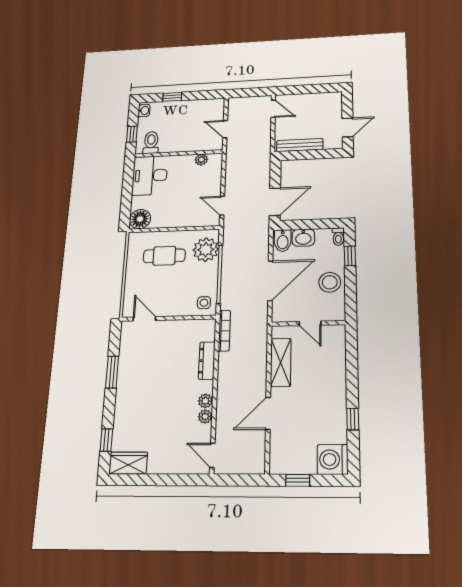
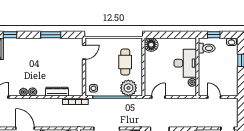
door: (225, 129) -> (214, 97), hinge flipped
desk: (150, 175) -> (185, 63), moved, turned 90

